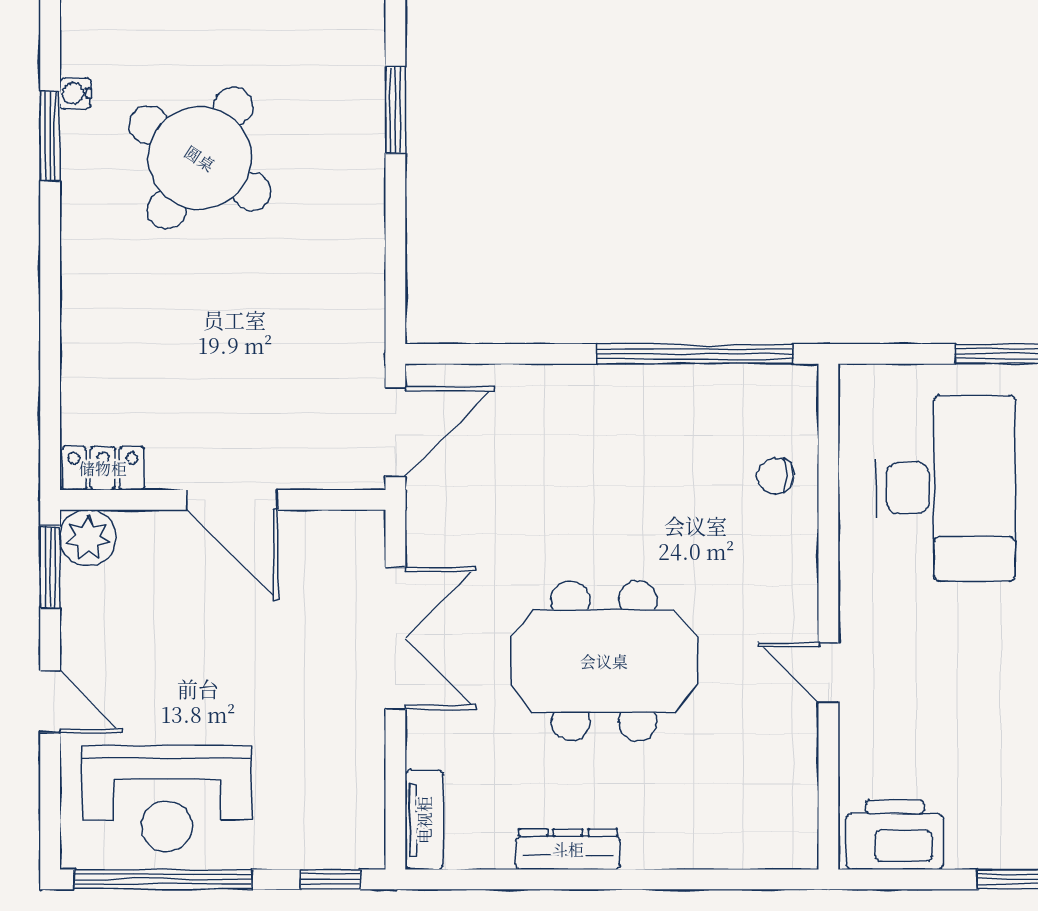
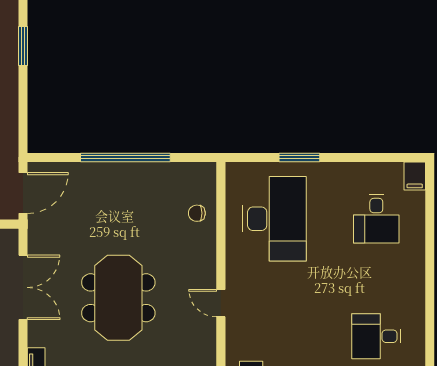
window: (695, 354) -> (125, 157), moved
meeting table: (604, 661) -> (118, 298), turned 90

